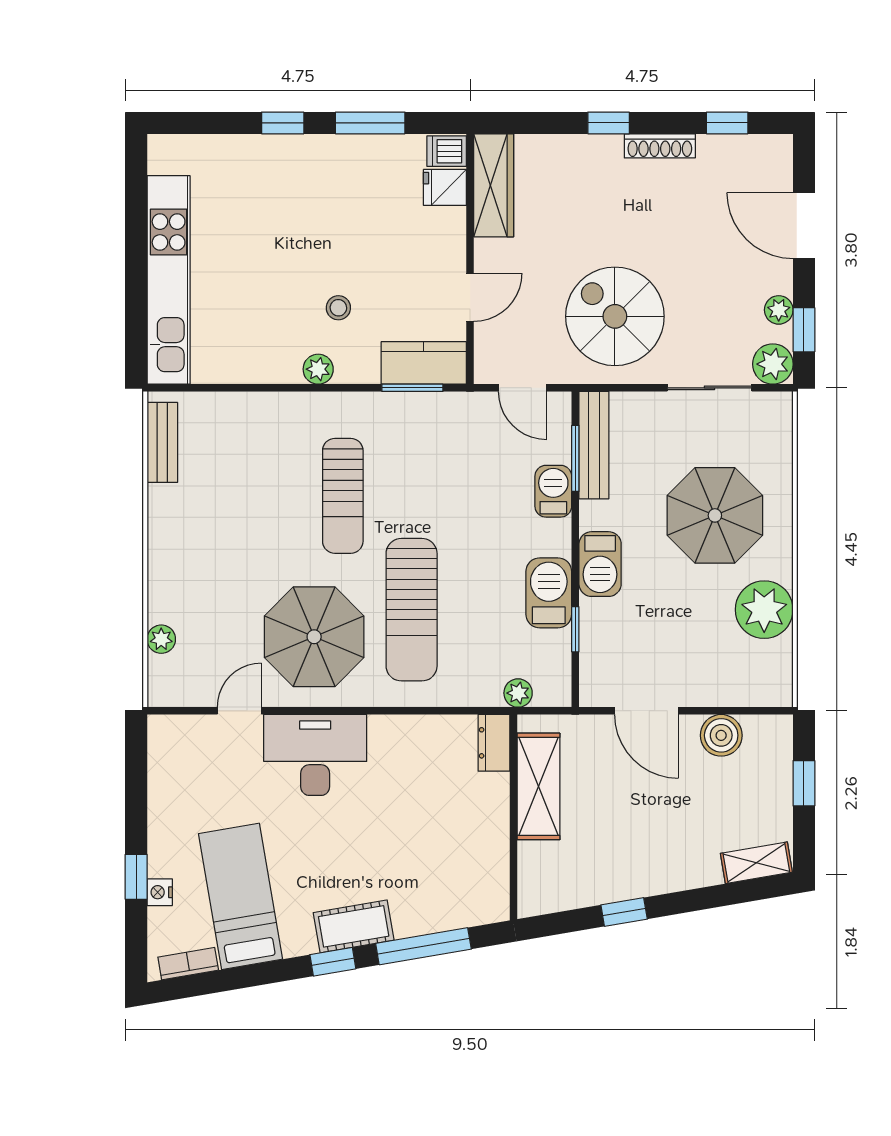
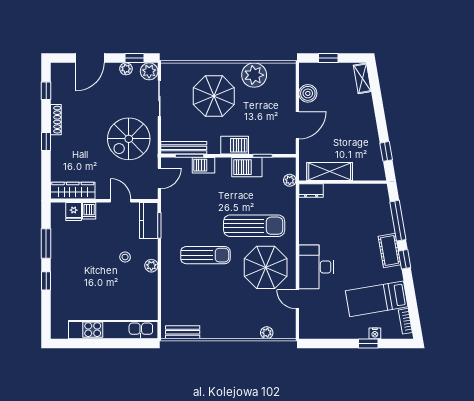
dishwasher: (447, 151) -> (89, 211), moved
window: (624, 912) -> (386, 151), moved

